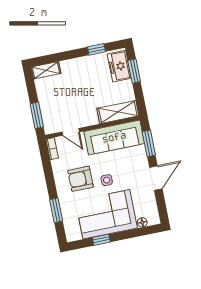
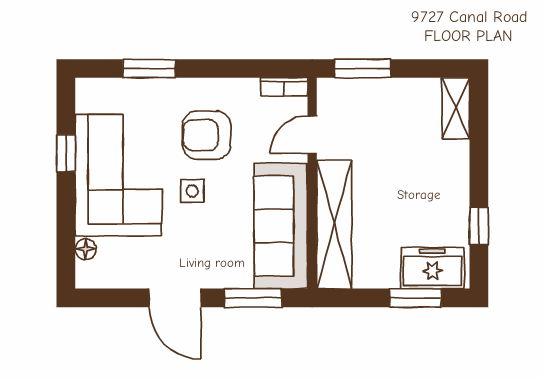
shelving: (118, 112) -> (334, 225), width x1.47
armchair: (81, 179) -> (207, 135), turned -90

